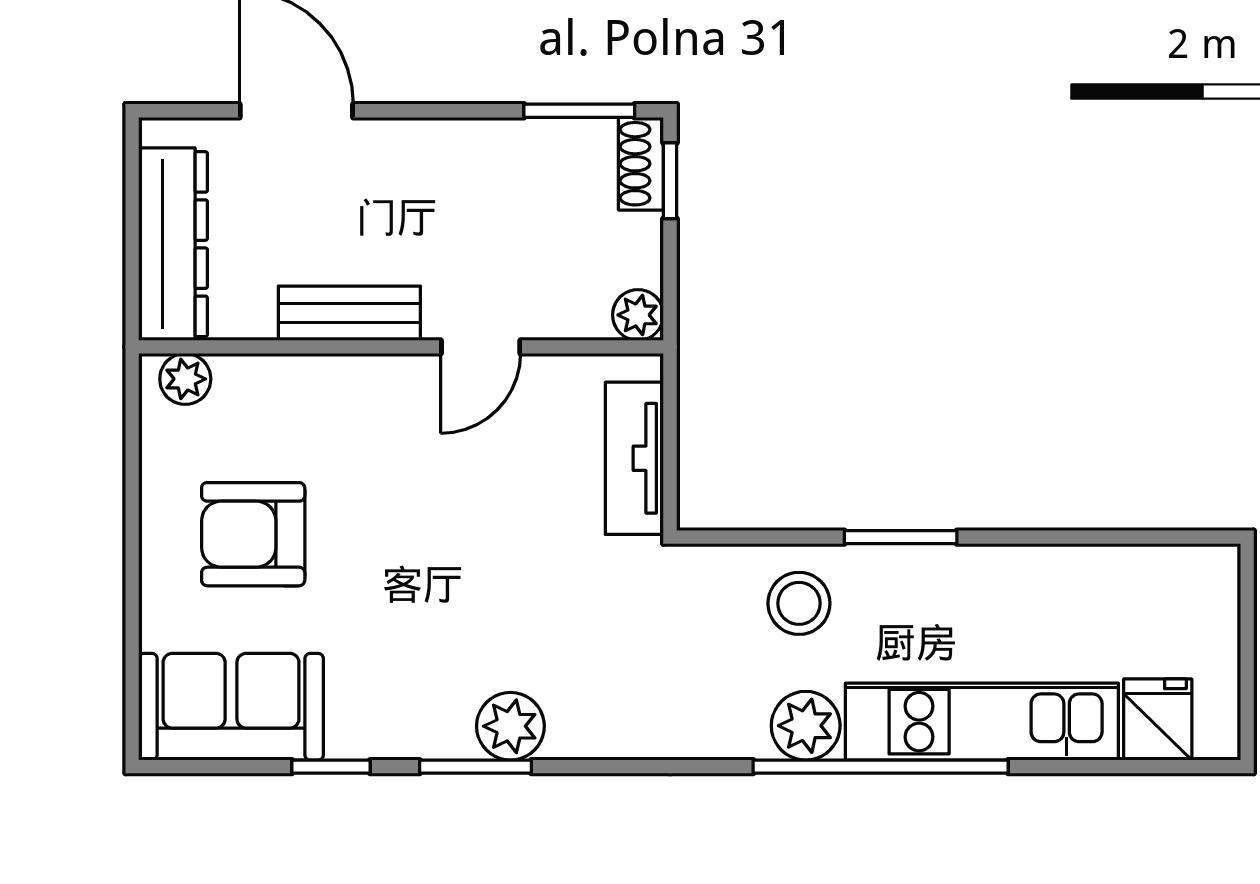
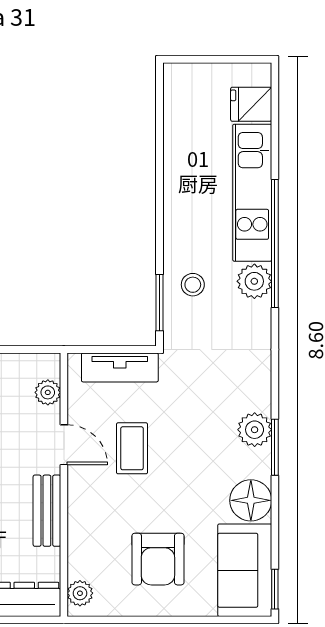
plant: (638, 315) -> (48, 392), moved
coffee table: (474, 483) -> (132, 448), added
window: (901, 537) -> (159, 303), moved
stool: (799, 603) -> (193, 285), width x0.73, depth x0.73
floor lamp: (370, 719) -> (251, 500), added
window: (331, 767) -> (275, 589), moved

